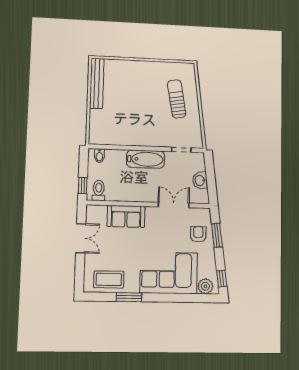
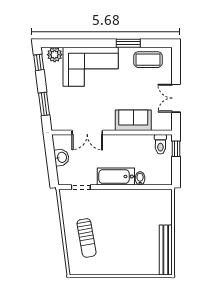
bidet: (99, 156) -> (140, 178), moved
armchair: (198, 234) -> (62, 105), removed

